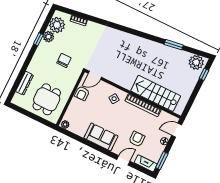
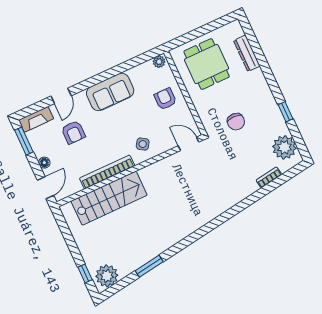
plant: (49, 37) -> (279, 126), removed
door: (95, 75) -> (189, 144), hinge flipped
armchair: (82, 93) -> (165, 99), moved

